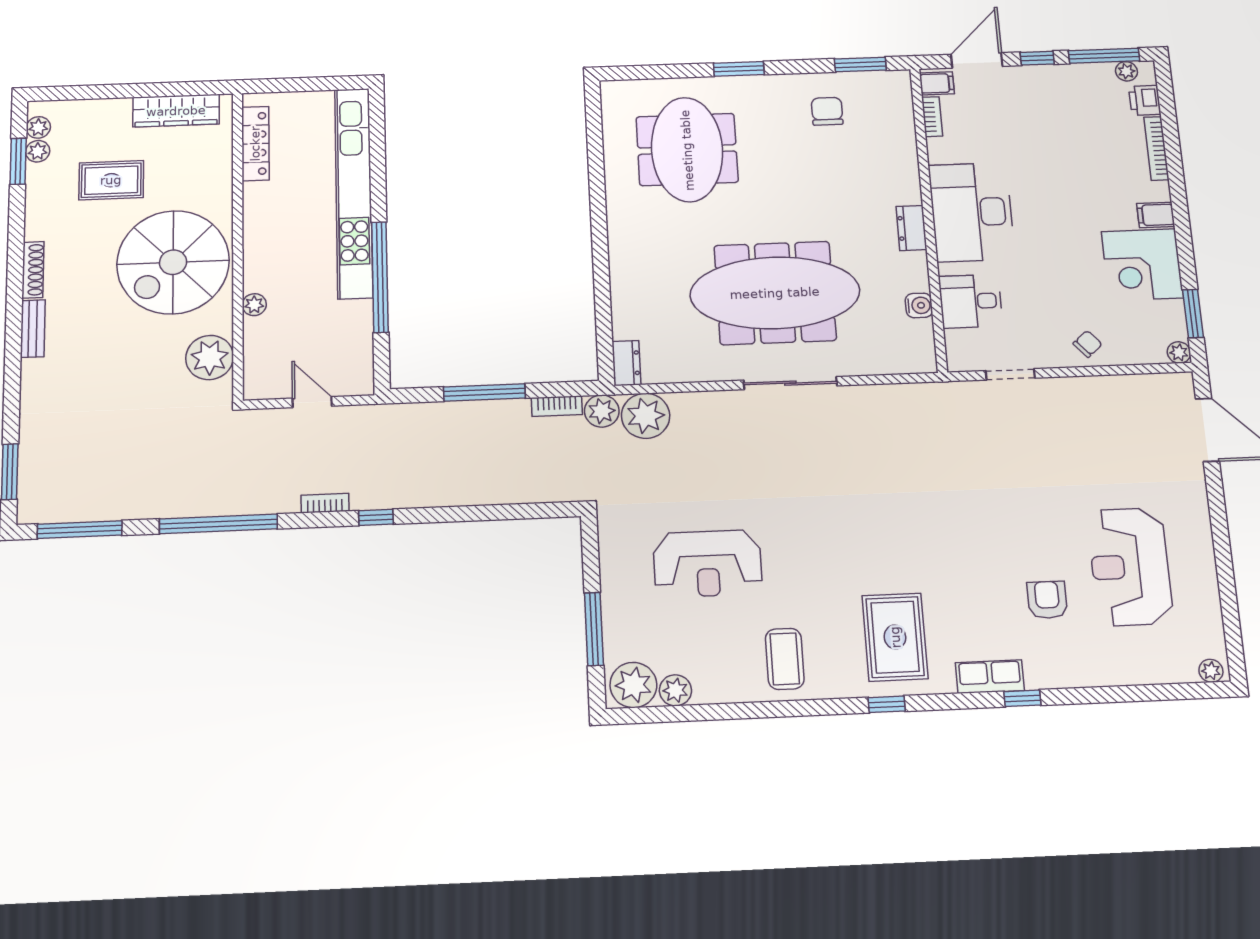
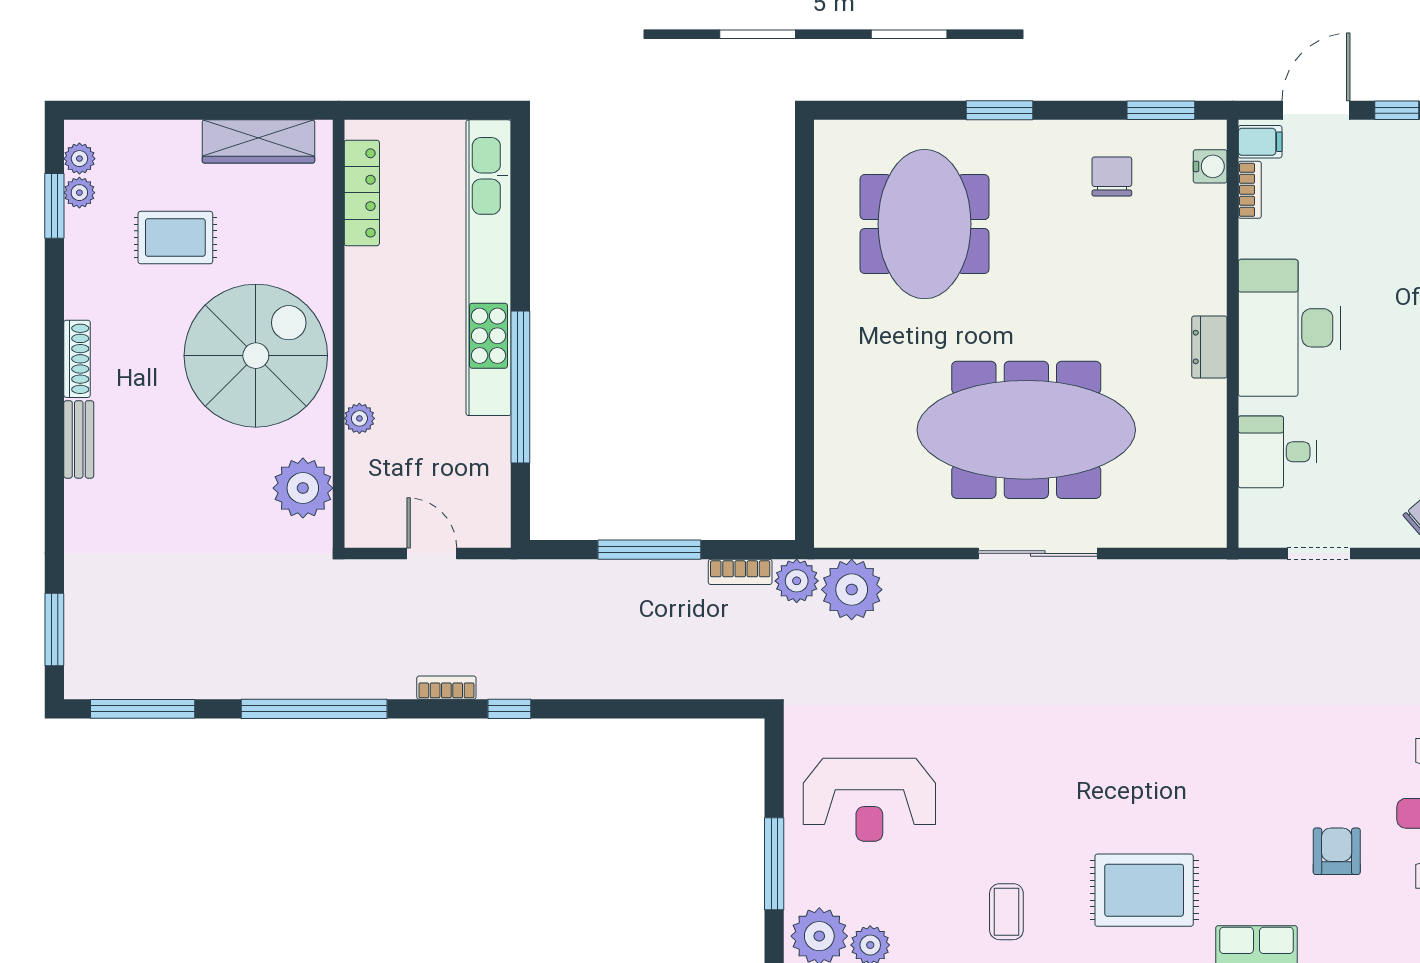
spiral stairs: (173, 262) -> (256, 356), turned 180
water cooler: (919, 305) -> (1210, 166), moved
dresser: (626, 363) -> (831, 518), removed
reception desk: (708, 564) -> (869, 800), moved
rug: (895, 637) -> (1144, 890), turned 90
coffee table: (785, 659) -> (1006, 912), width x0.73, depth x0.77

